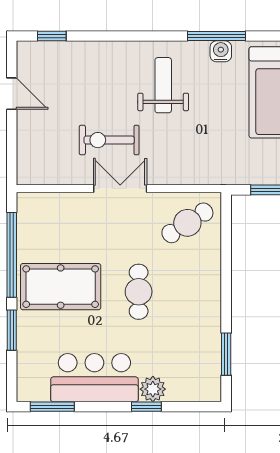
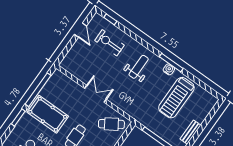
exercise bike: (109, 140) -> (110, 43), moved

